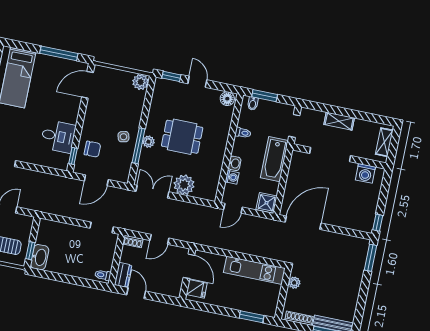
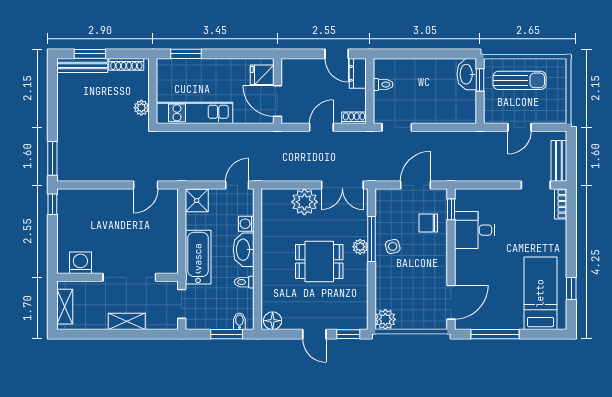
washbasin: (235, 163) -> (244, 250), width x1.91, depth x1.45
door: (303, 223) -> (146, 185), width x0.53
toilet: (103, 275) -> (383, 85), moved

